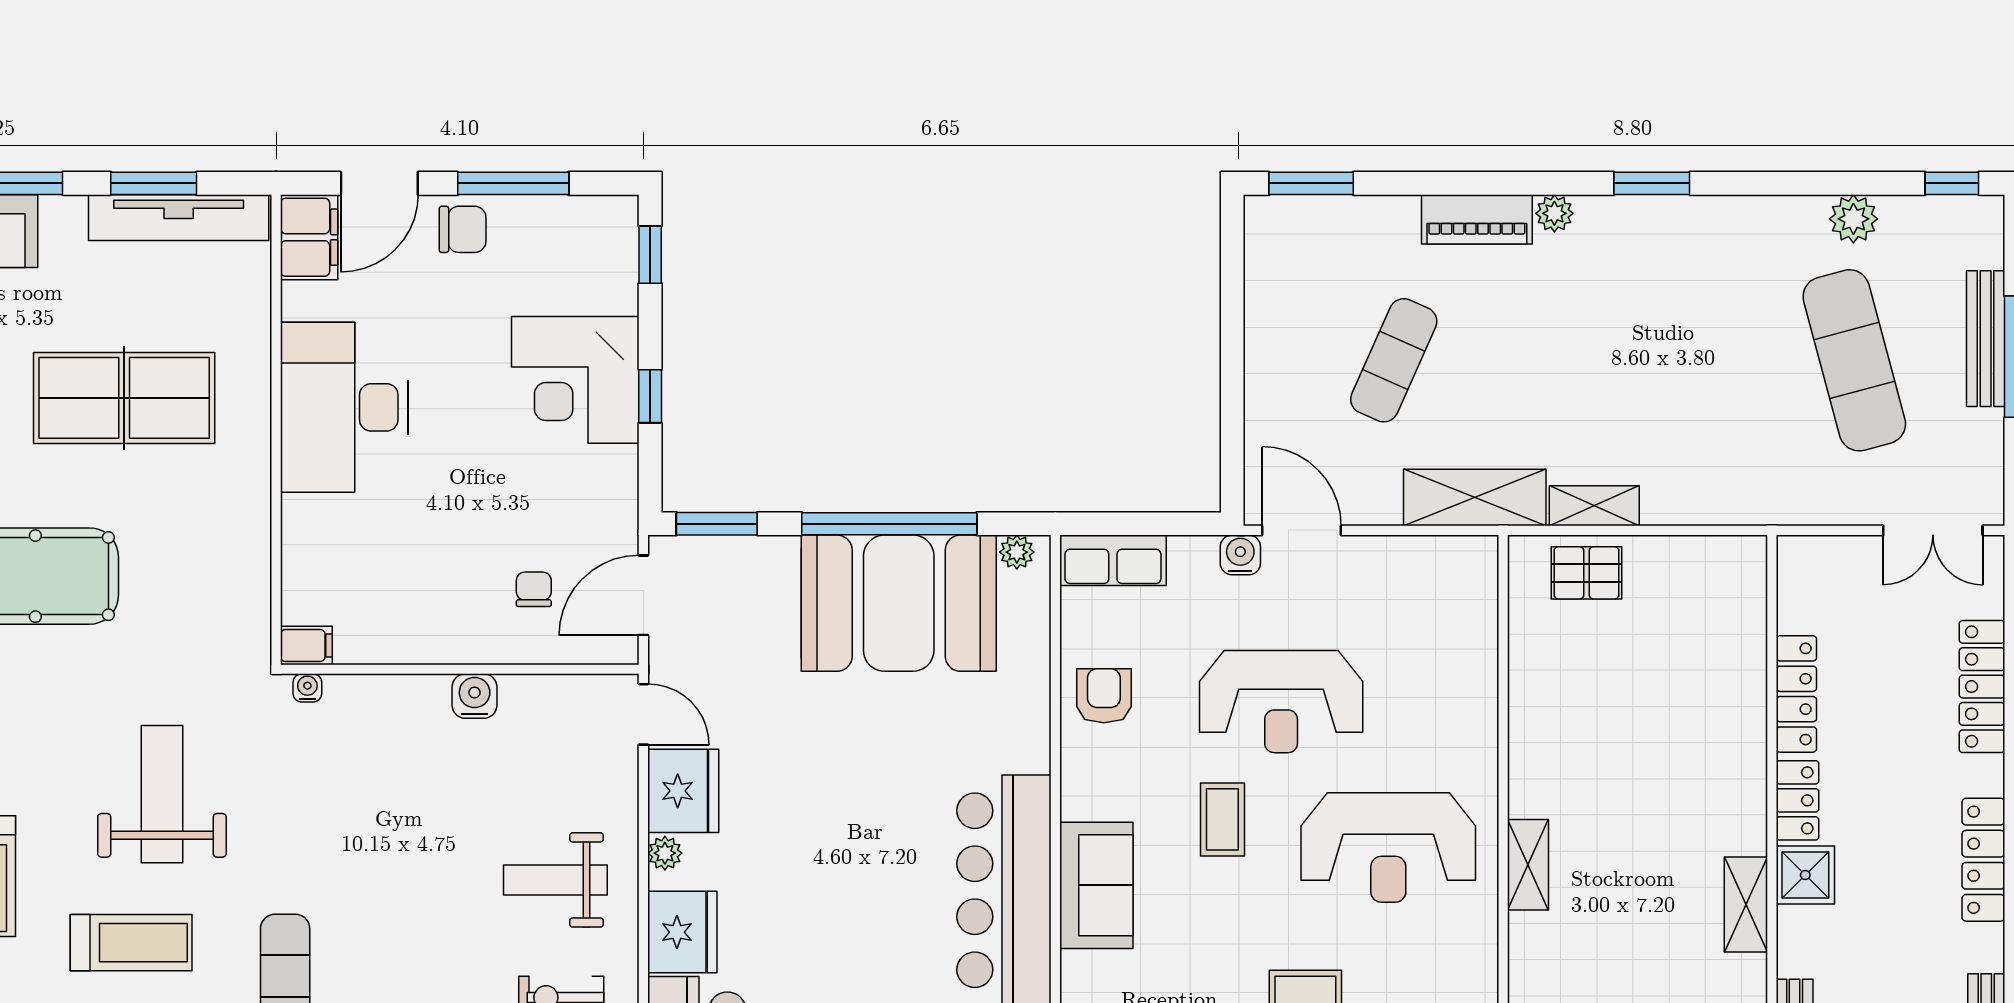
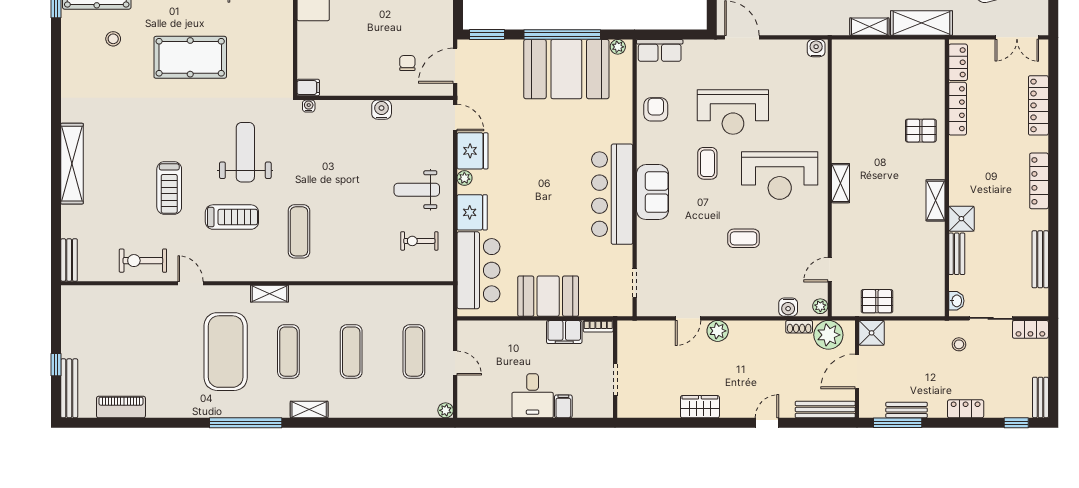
shelving: (1475, 498) -> (921, 23), moved
water cooler: (1240, 555) -> (816, 48), moved
pallet: (1587, 573) -> (921, 131), moved
locker: (1798, 800) -> (958, 62), moved
shower: (1805, 875) -> (961, 219), moved

